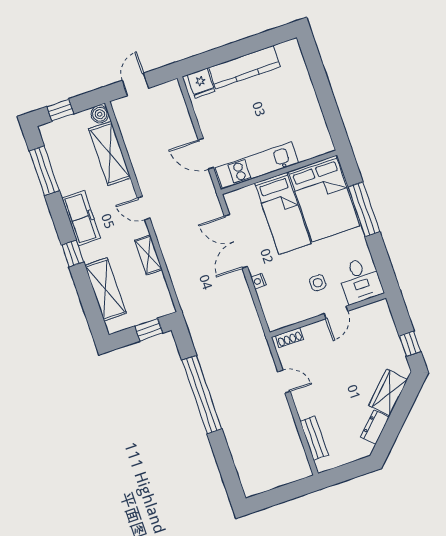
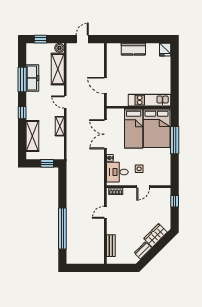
kitchen counter: (244, 67) -> (133, 49), width x0.67
fridge: (201, 83) -> (165, 50), moved
kitchen unit: (257, 165) -> (149, 100), moved
window: (44, 171) -> (22, 79), moved
freezer: (81, 218) -> (32, 78), moved
desk: (360, 280) -> (117, 172), moved, turned 90
window: (410, 344) -> (175, 201), moved
door: (284, 382) -> (105, 212), swing flipped
window: (202, 394) -> (62, 229), moved

